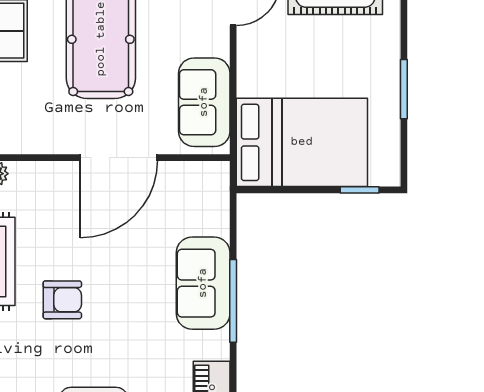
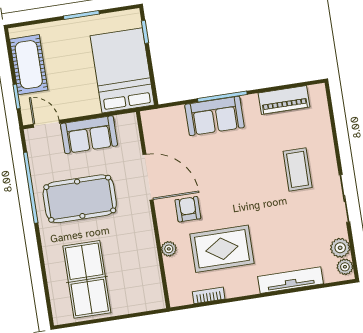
sofa: (204, 102) -> (89, 135), moved
armchair: (62, 300) -> (188, 209), moved

